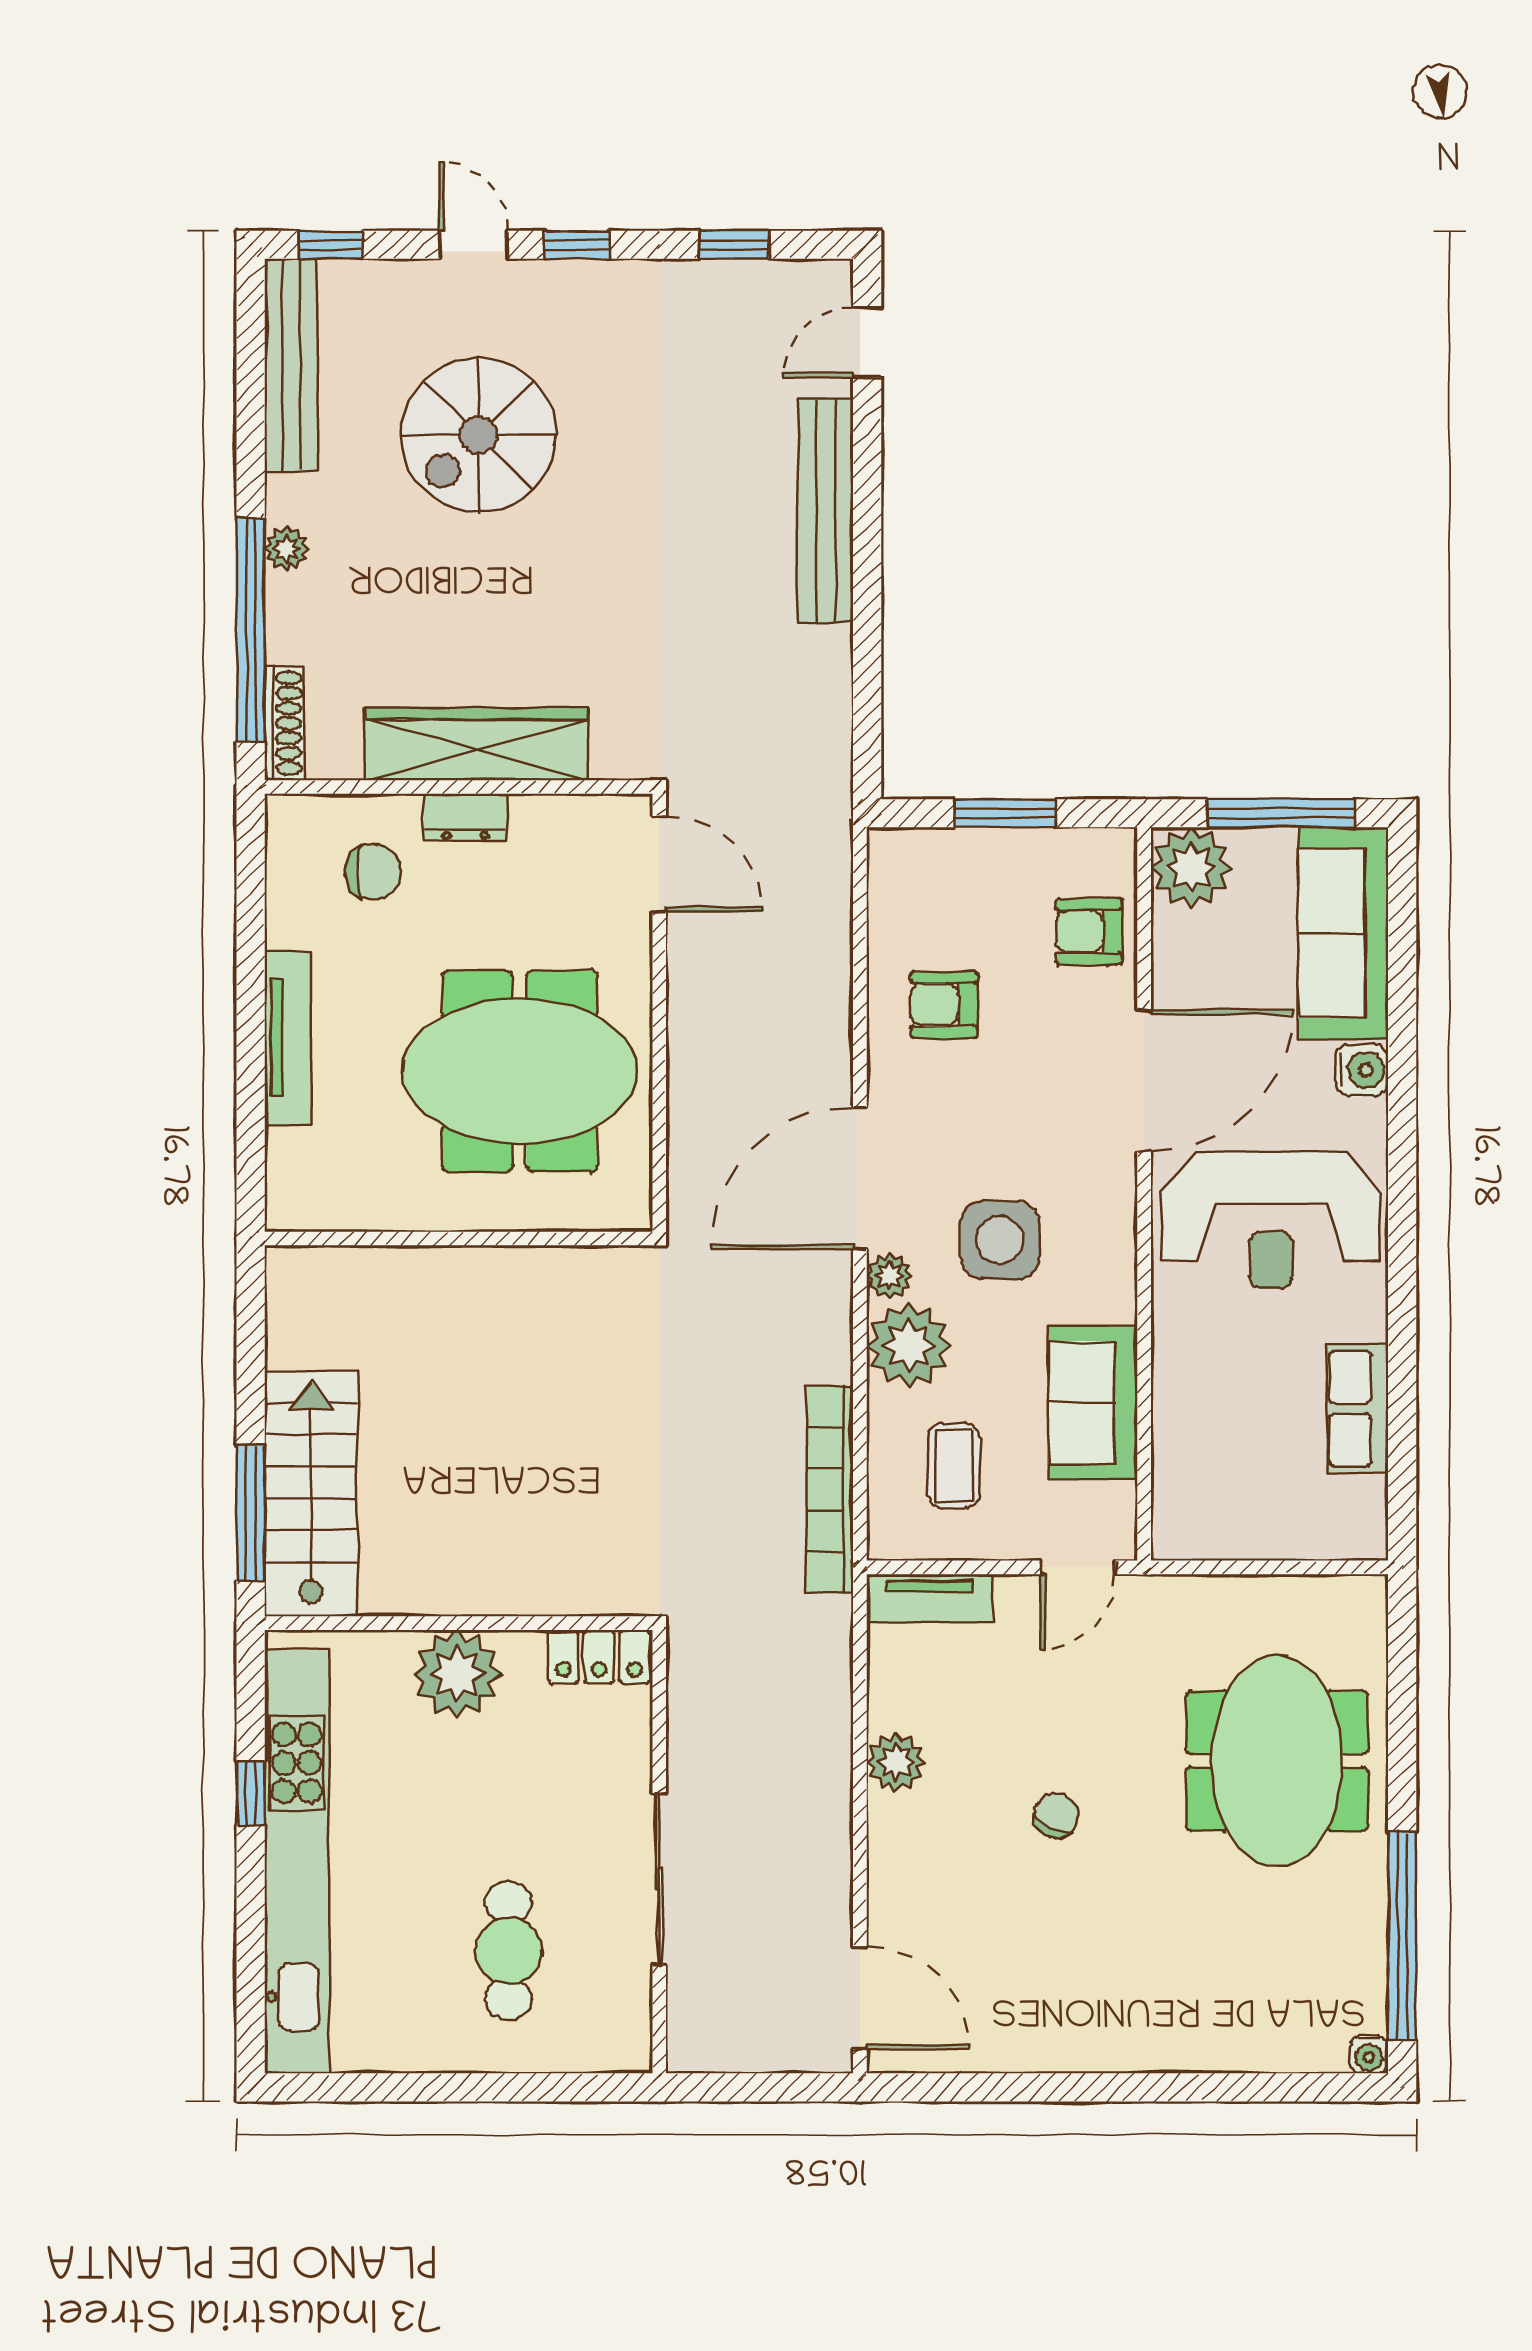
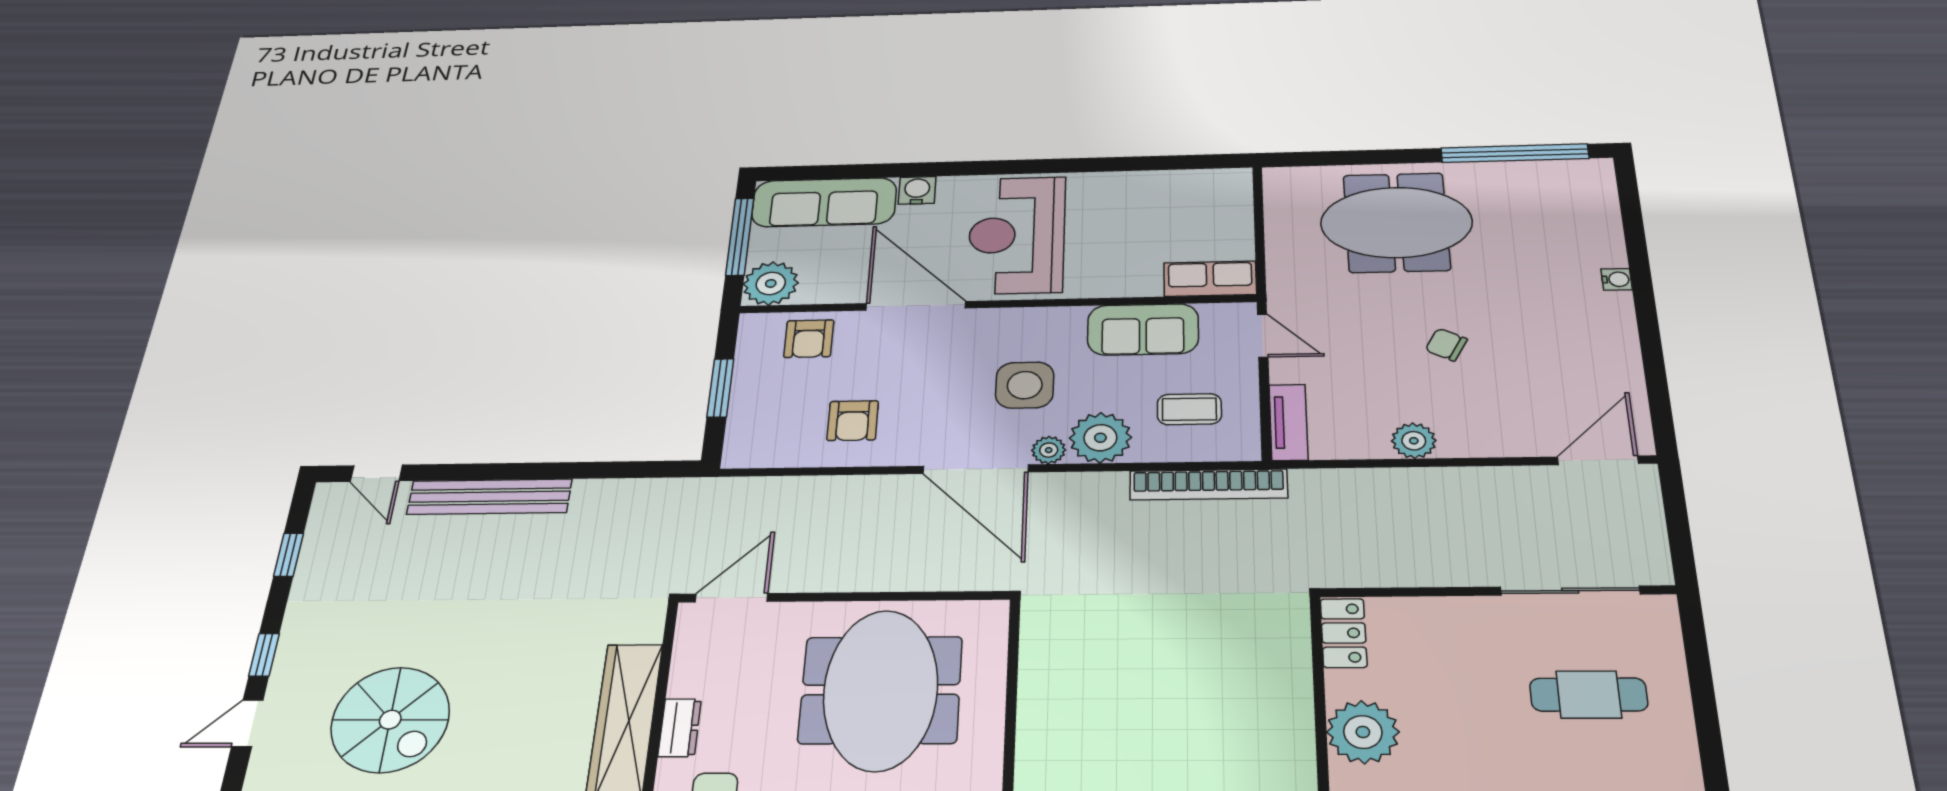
reception desk: (1271, 1220) -> (1017, 235), turned 180
row of seats: (1357, 1409) -> (1210, 279), moved, turned 180
sliding door: (659, 1879) -> (1570, 591), moved
water cooler: (1369, 2054) -> (1617, 279), moved

